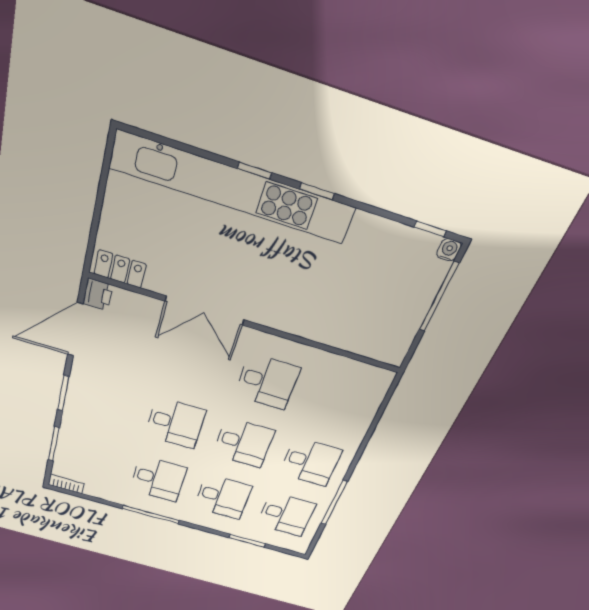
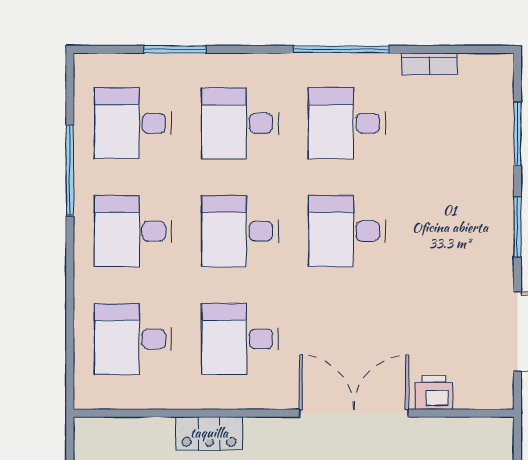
locker: (120, 269) -> (209, 433), moved
printer: (98, 294) -> (434, 392), moved, turned 90
desk: (338, 403) -> (133, 339), added
bookcase: (66, 484) -> (430, 64), moved

